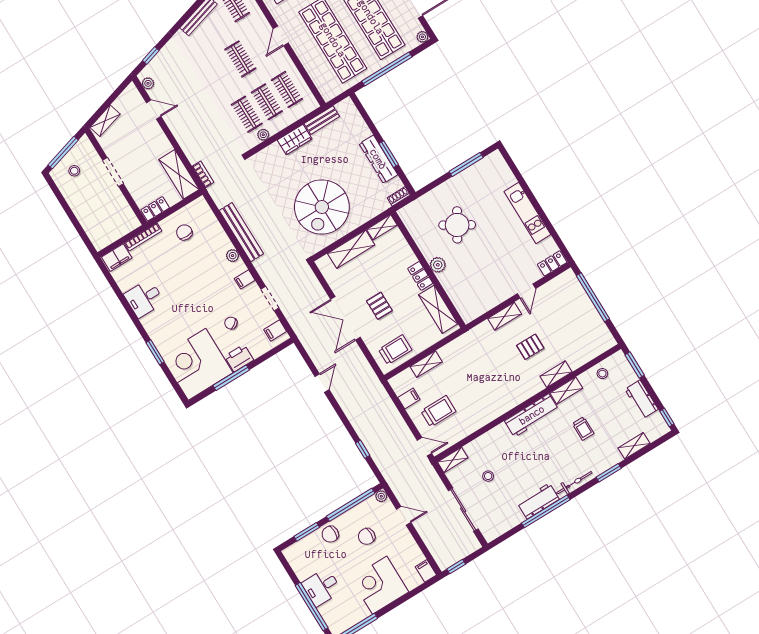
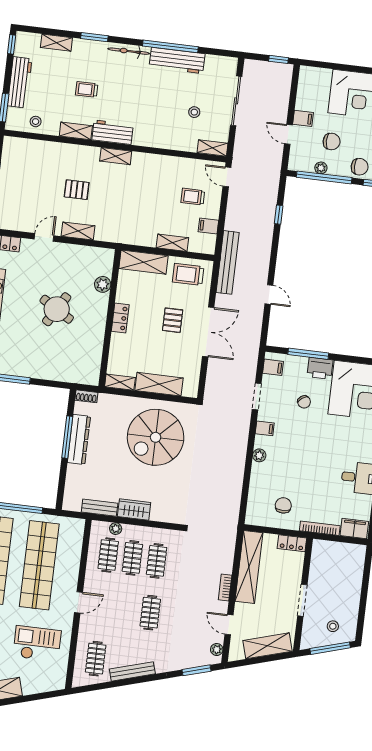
window: (151, 55) -> (197, 670), width x1.50
clothes rail: (240, 59) -> (150, 613), moved
shelving: (105, 121) -> (267, 646), width x1.50, depth x1.33
plant: (263, 135) -> (116, 529), moved
window: (389, 154) -> (67, 437), width x1.44
shelving: (179, 174) -> (249, 567), width x1.47
bookcase: (203, 174) -> (225, 587), moved
spiral stairs: (322, 207) -> (156, 437), turned 180
round table: (457, 225) -> (57, 309), moved
chair: (184, 232) -> (283, 505), turned 180
bench: (241, 232) -> (228, 262), moved
plant: (438, 265) -> (103, 284), moved
shelving: (438, 309) -> (144, 262), moved, turned 90
shelving: (556, 374) -> (116, 156), moved
window: (231, 378) -> (308, 354), moved
door: (322, 383) -> (269, 295), swing flipped
workbench: (641, 399) -> (20, 82), width x1.38
trolley: (438, 411) -> (193, 197), width x0.73, depth x0.72
workbench: (532, 415) -> (113, 132), width x0.73
trolley: (583, 428) -> (87, 89), turned -90
plant: (381, 496) -> (321, 168), moved
workbench: (538, 501) -> (177, 60), width x1.38
filing cabinet: (426, 571) -> (303, 118), moved, turned -90

